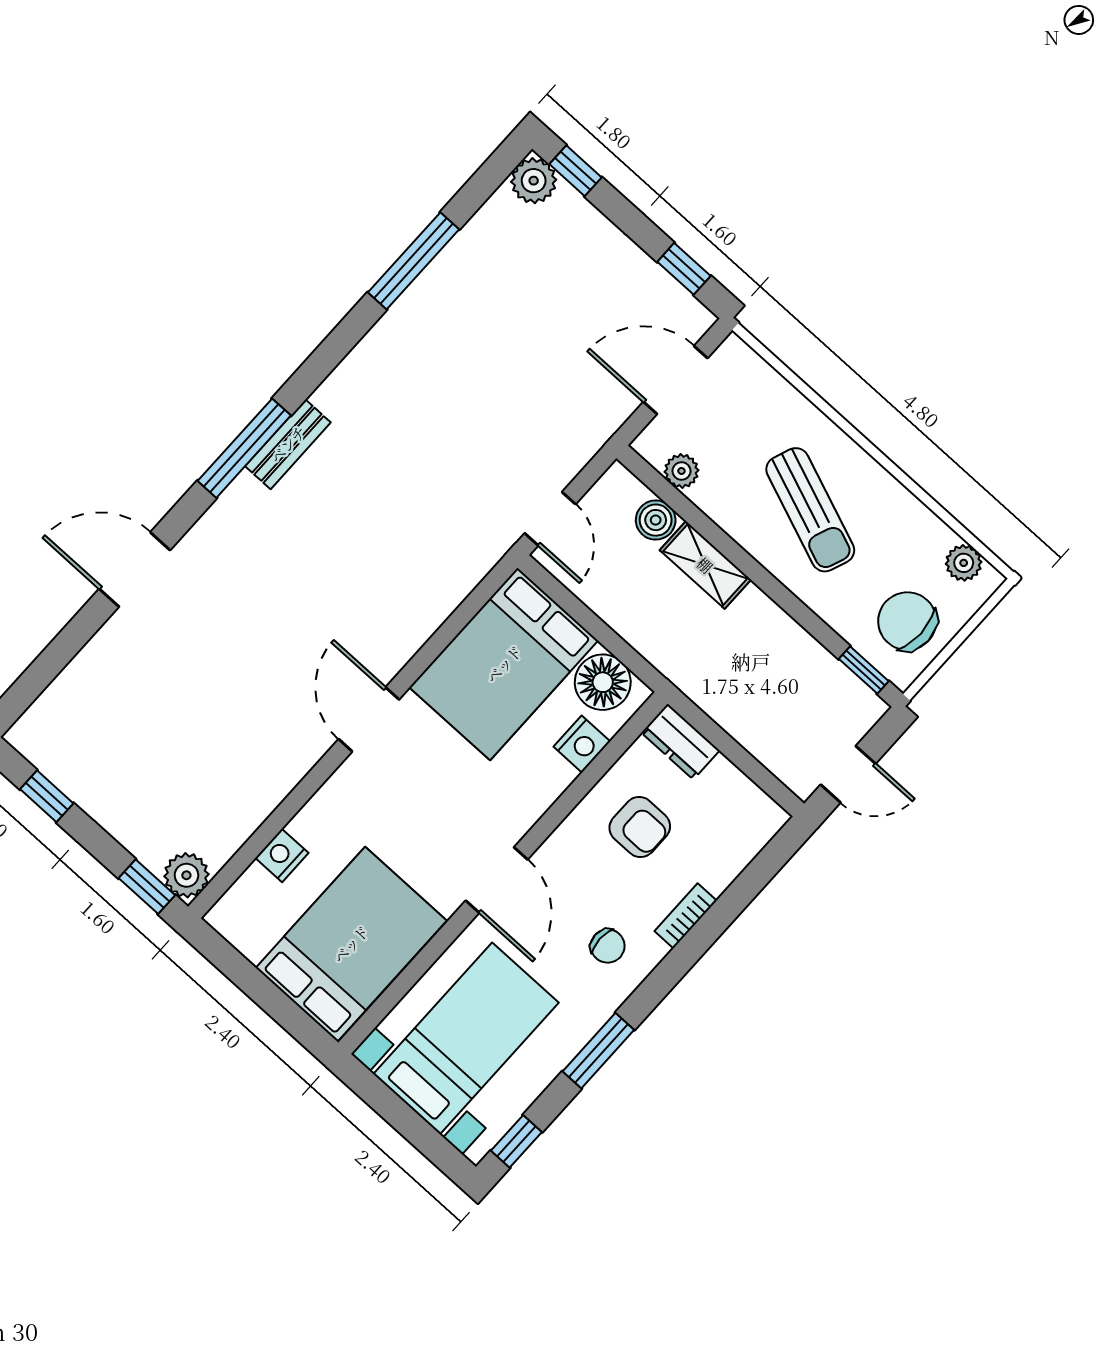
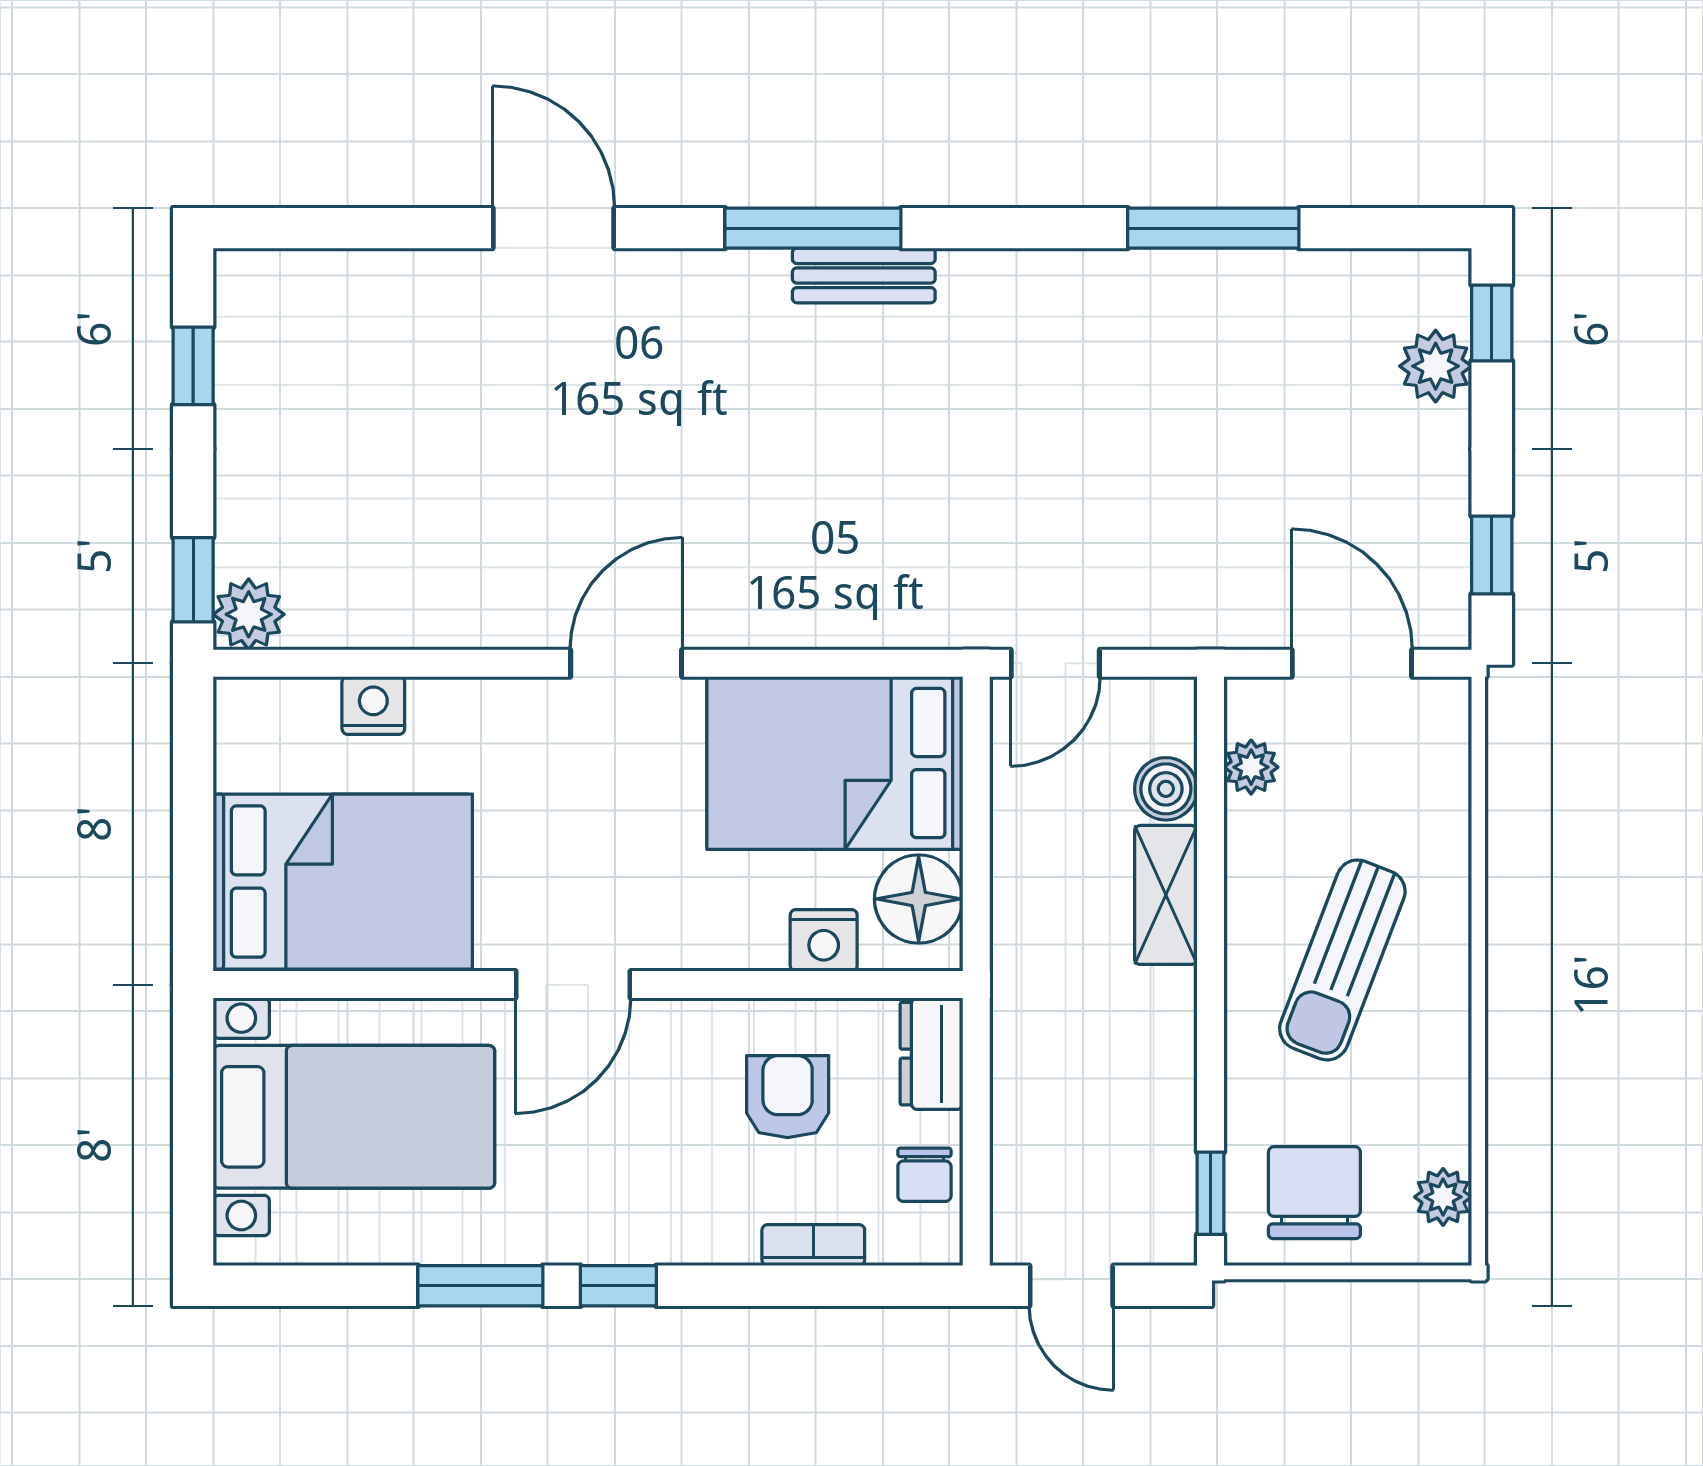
plant: (534, 181) -> (1436, 366), moved
armchair: (640, 827) -> (788, 1097), turned 180
bookcase: (686, 916) -> (813, 1245), moved
chair: (608, 946) -> (924, 1175), moved
window: (516, 1141) -> (618, 1286), moved

